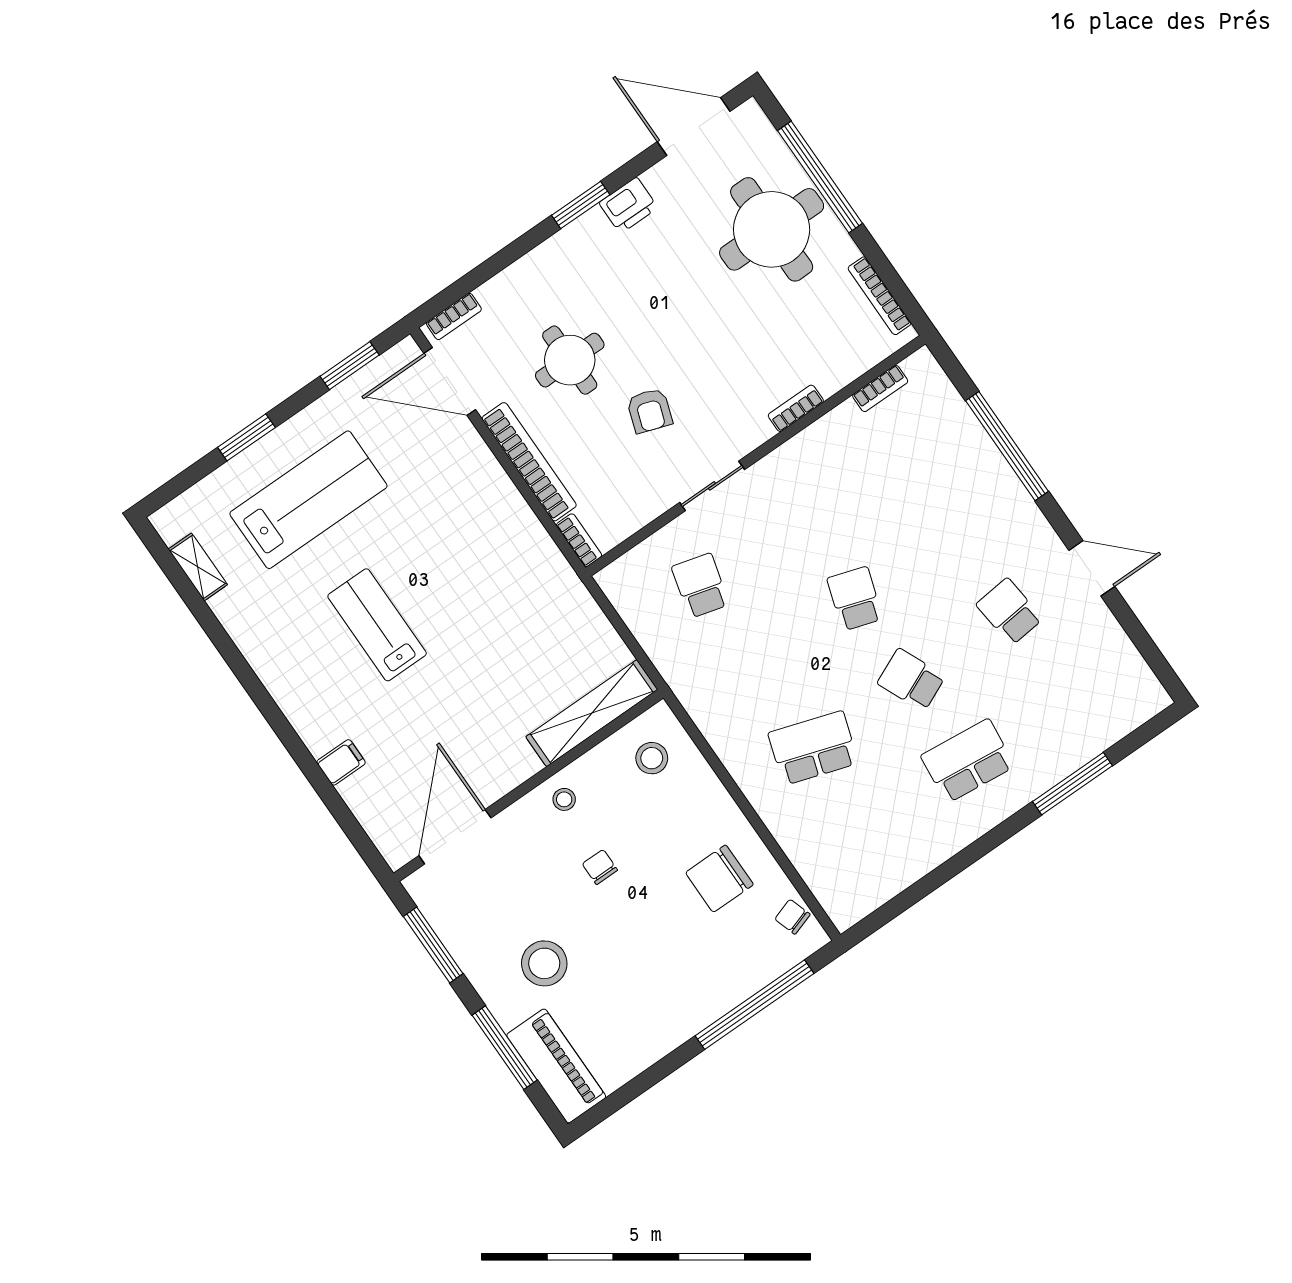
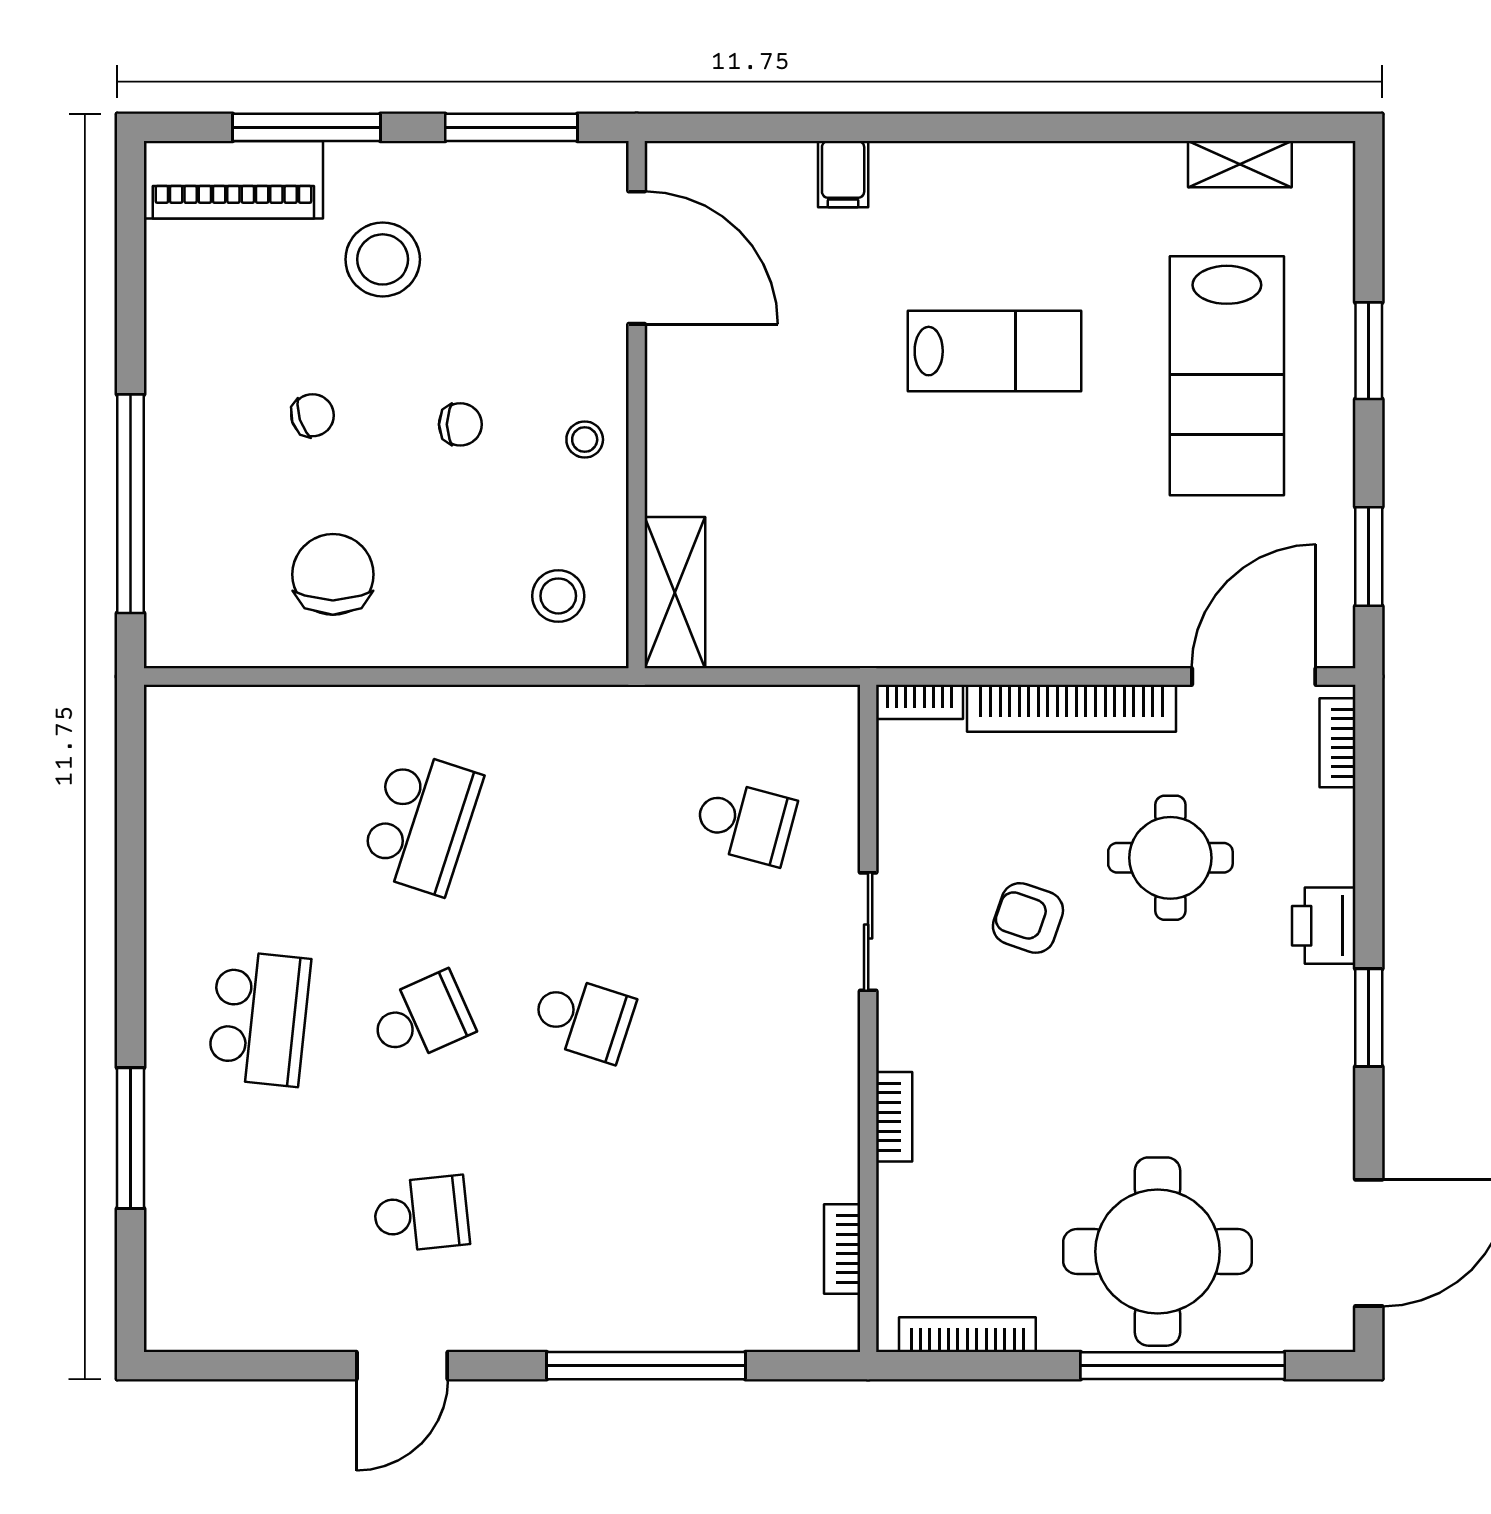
printer: (628, 205) -> (1324, 926), moved
shelving: (592, 713) -> (675, 593), width x0.68
chair: (792, 917) -> (313, 415), moved

